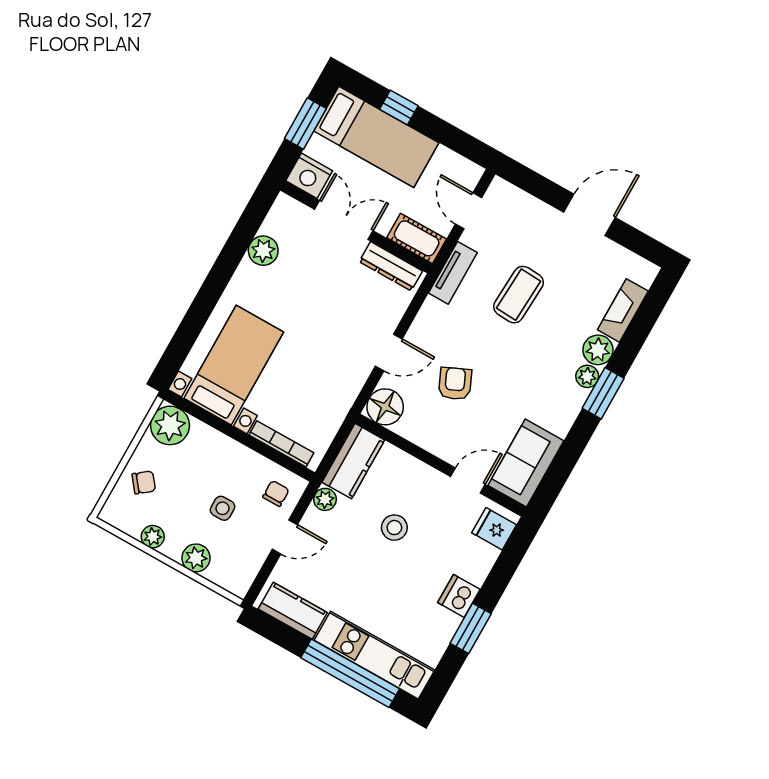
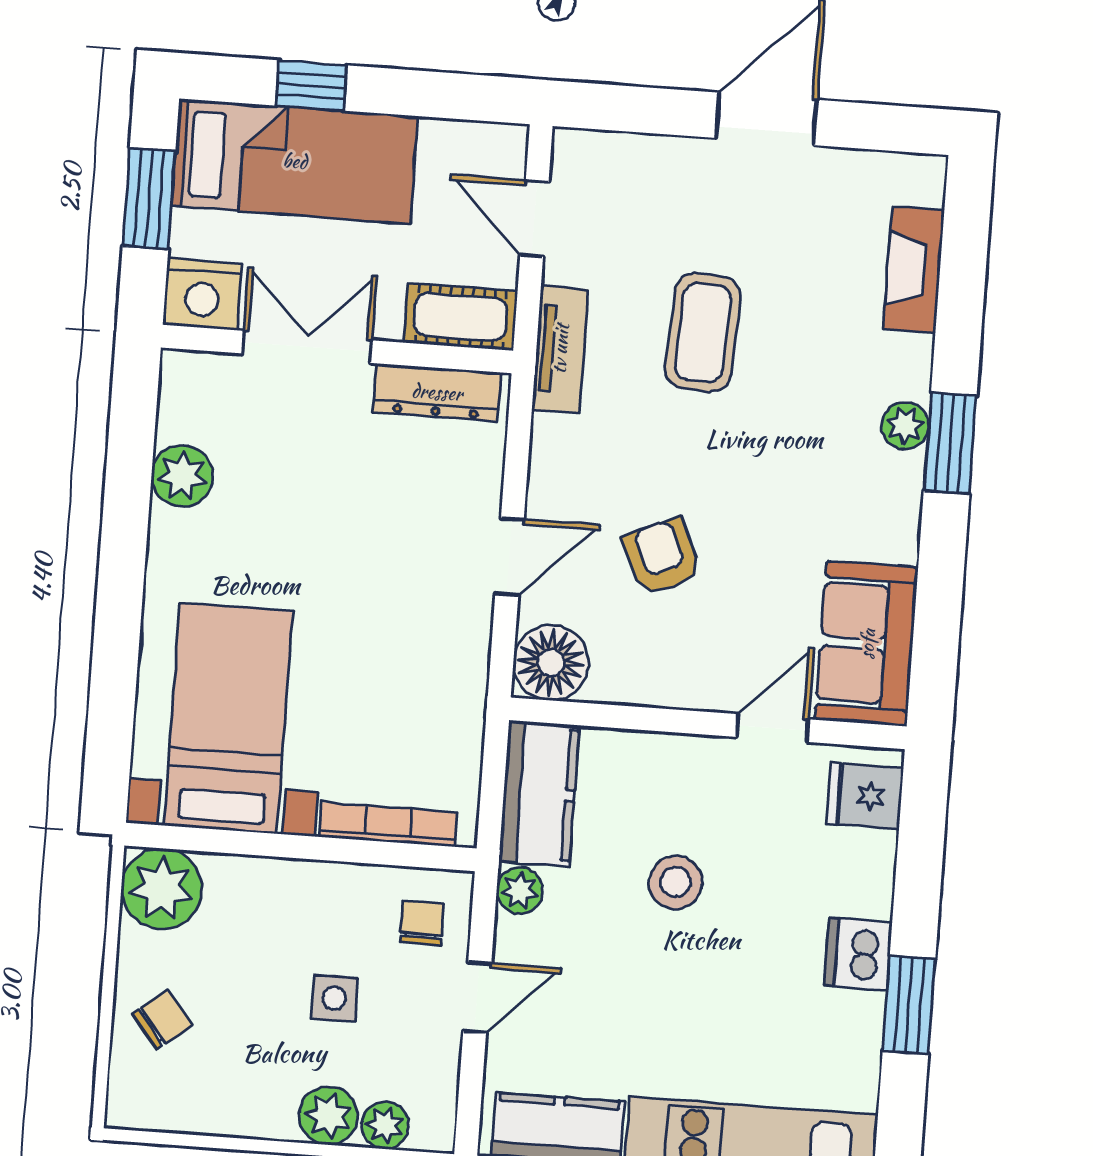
plant: (598, 350) -> (902, 366), removed
plant: (153, 537) -> (385, 1125), moved

